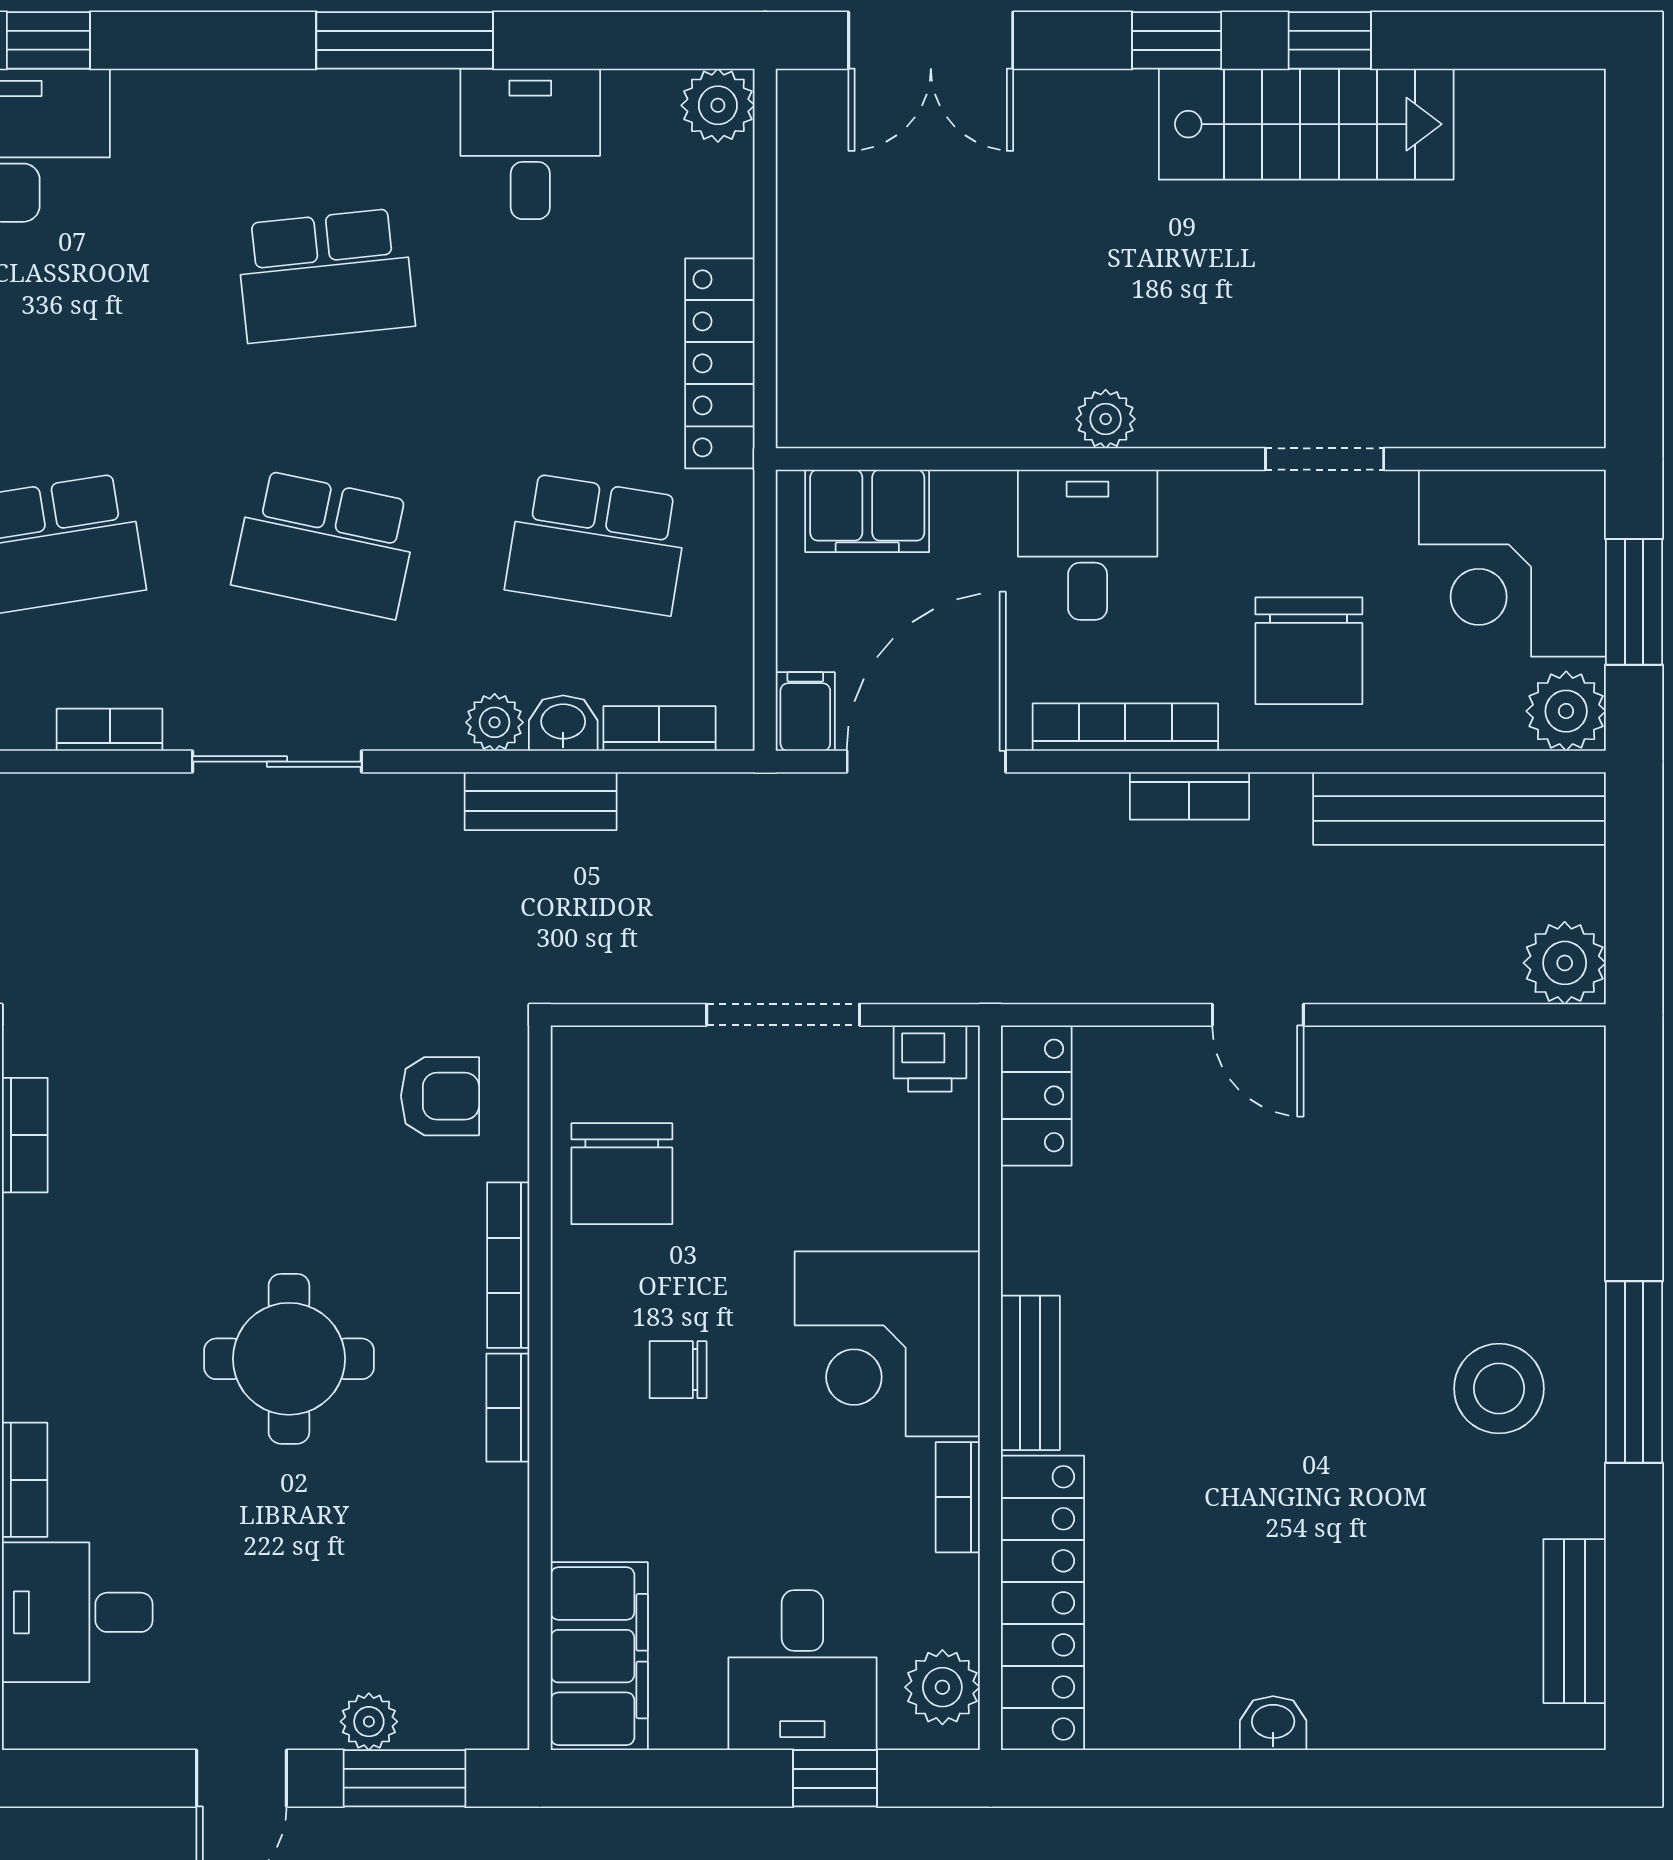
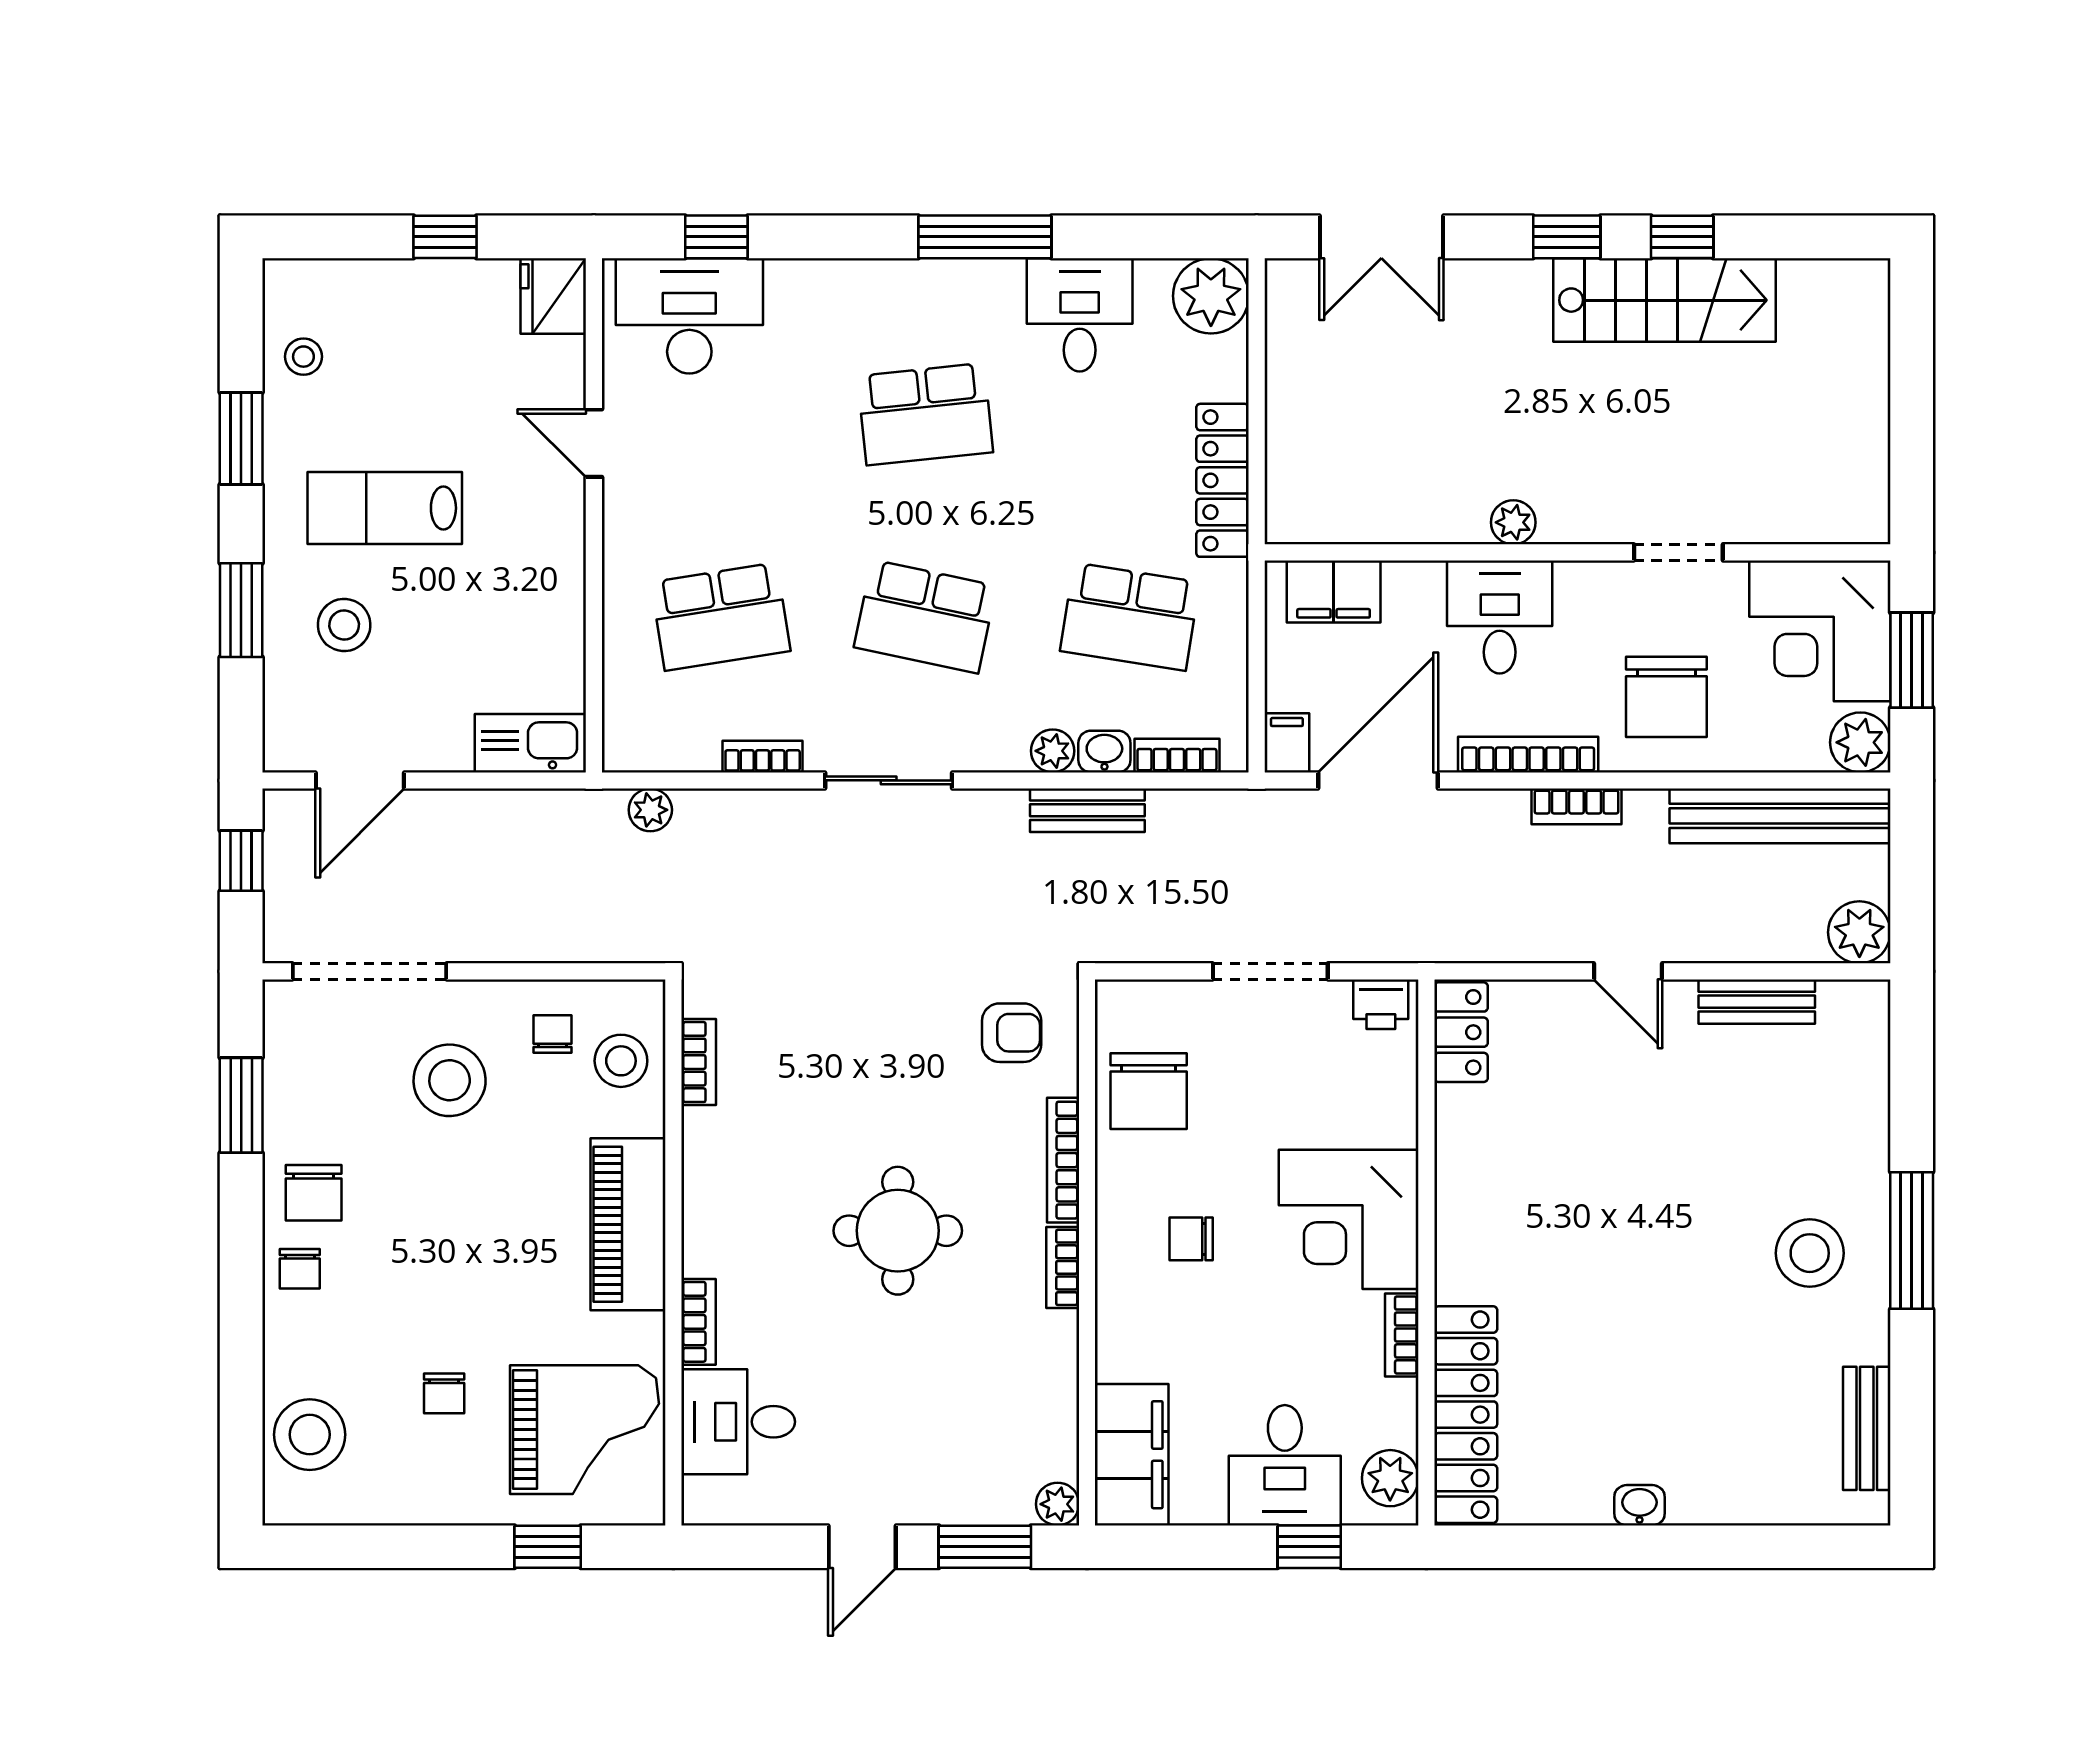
plant: (718, 105) -> (1211, 296), width x1.36, depth x1.36
bench: (1030, 1373) -> (1757, 1002), moved, turned 90
plant: (369, 1722) -> (1058, 1504), moved

